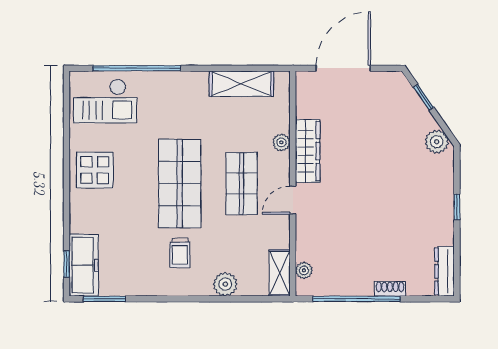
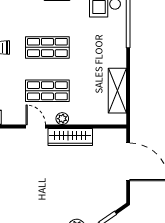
plant: (281, 142) -> (62, 119), moved
shop shelf: (180, 184) -> (47, 47), width x0.70, depth x0.74

